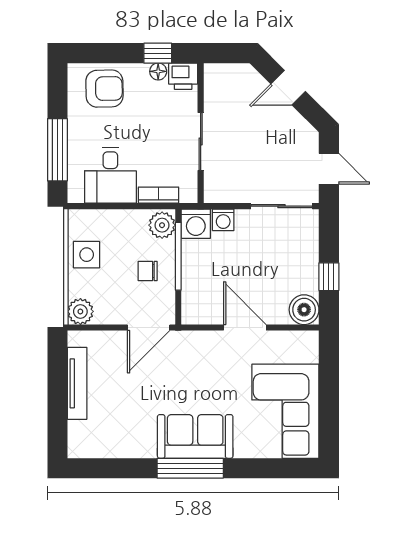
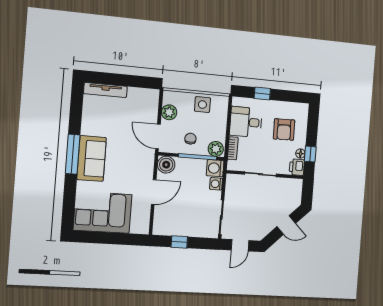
door: (288, 88) -> (286, 225), swing flipped
armchair: (104, 89) -> (284, 130), moved
window: (57, 150) -> (262, 93), width x0.46
boiler: (304, 310) -> (166, 165), moved
plant: (80, 311) -> (169, 112), moved
tv unit: (77, 383) -> (105, 90), moved

